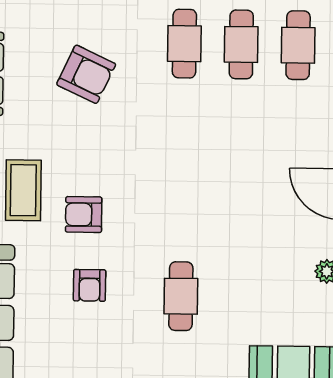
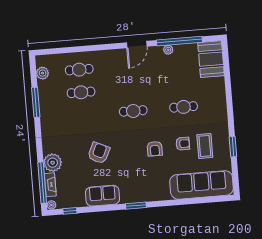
cafe table: (184, 44) -> (133, 111), moved
coffee table: (23, 190) -> (205, 146), moved, turned 90

